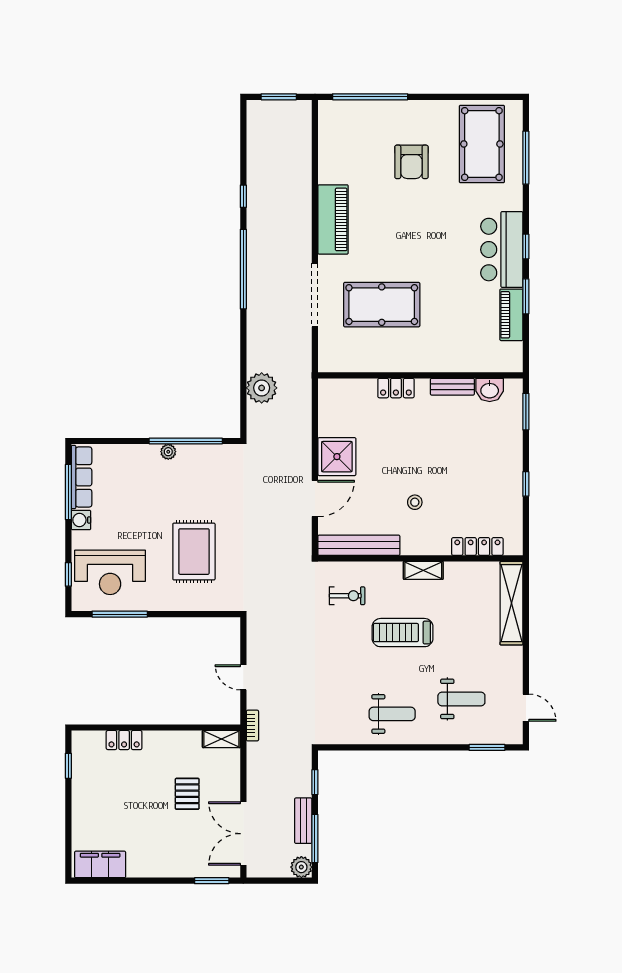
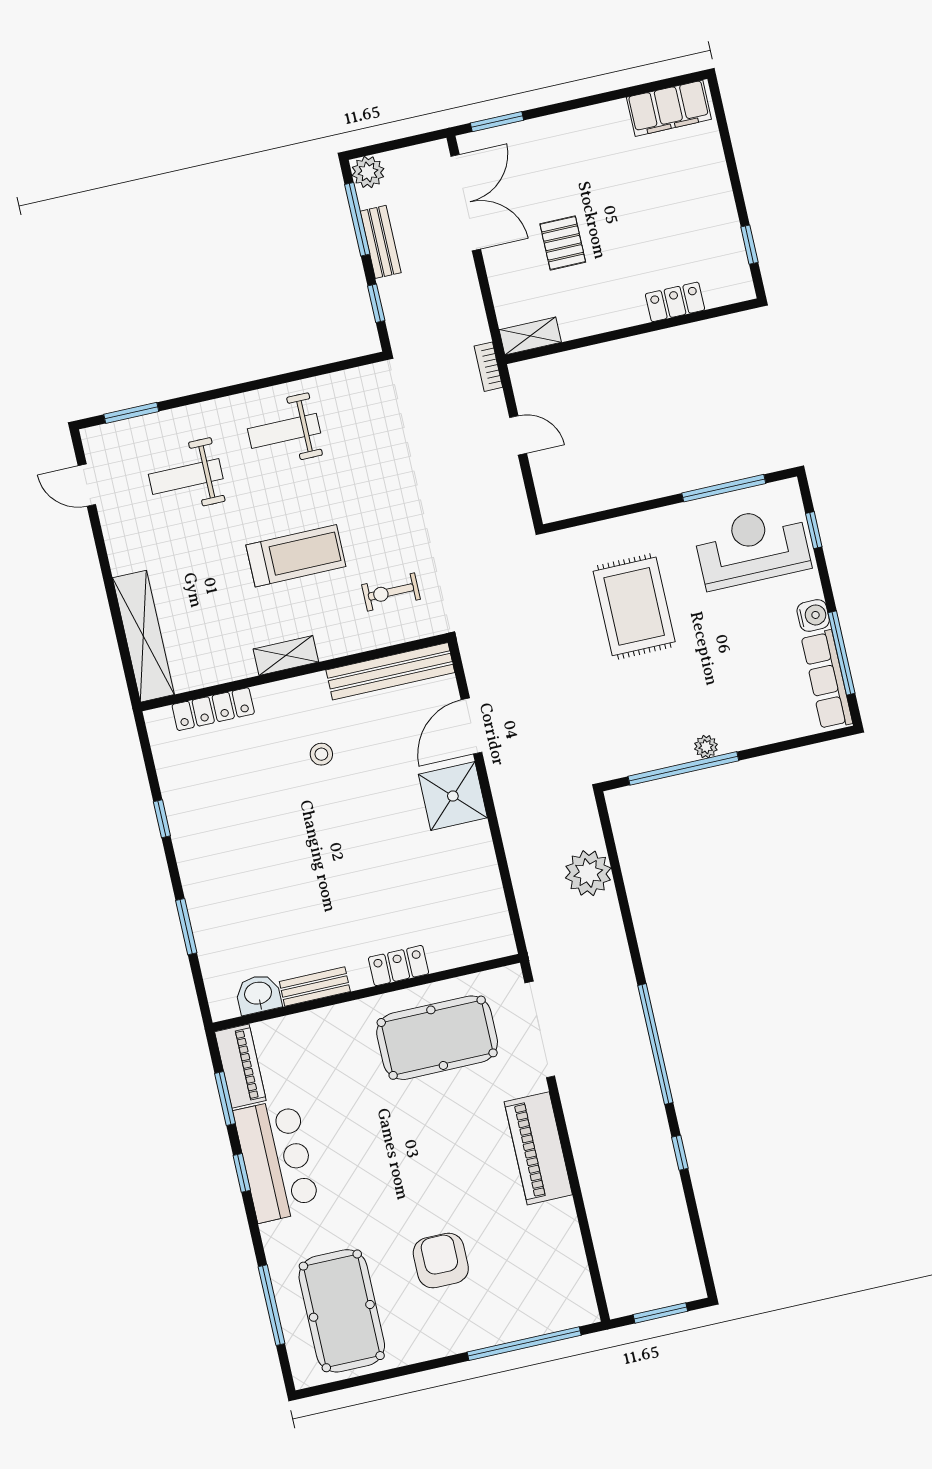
wall: (420, 375) -> (366, 993), moved
bench: (452, 387) -> (315, 986), moved
locker: (396, 388) -> (399, 966), moved
washbasin: (490, 390) -> (258, 994), moved

